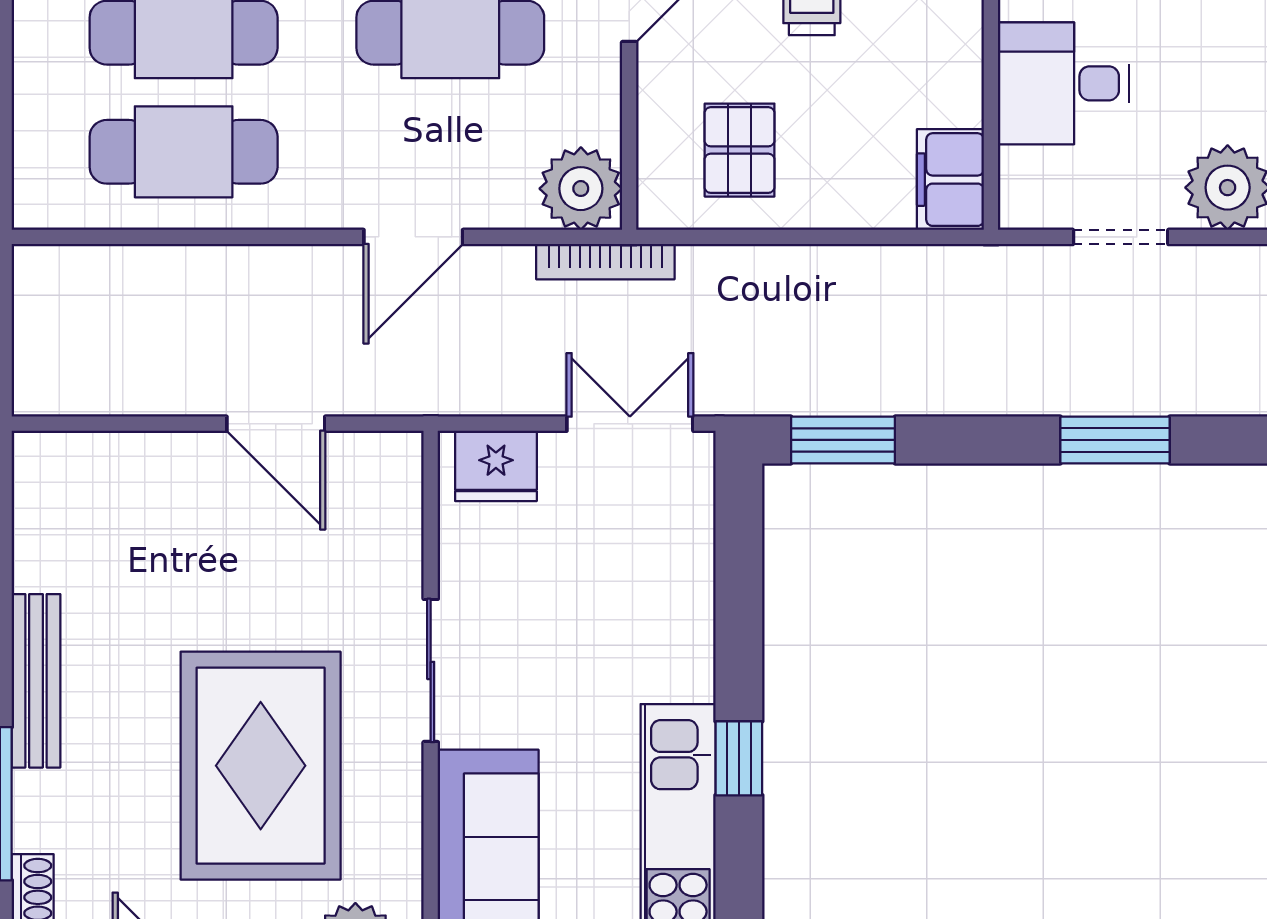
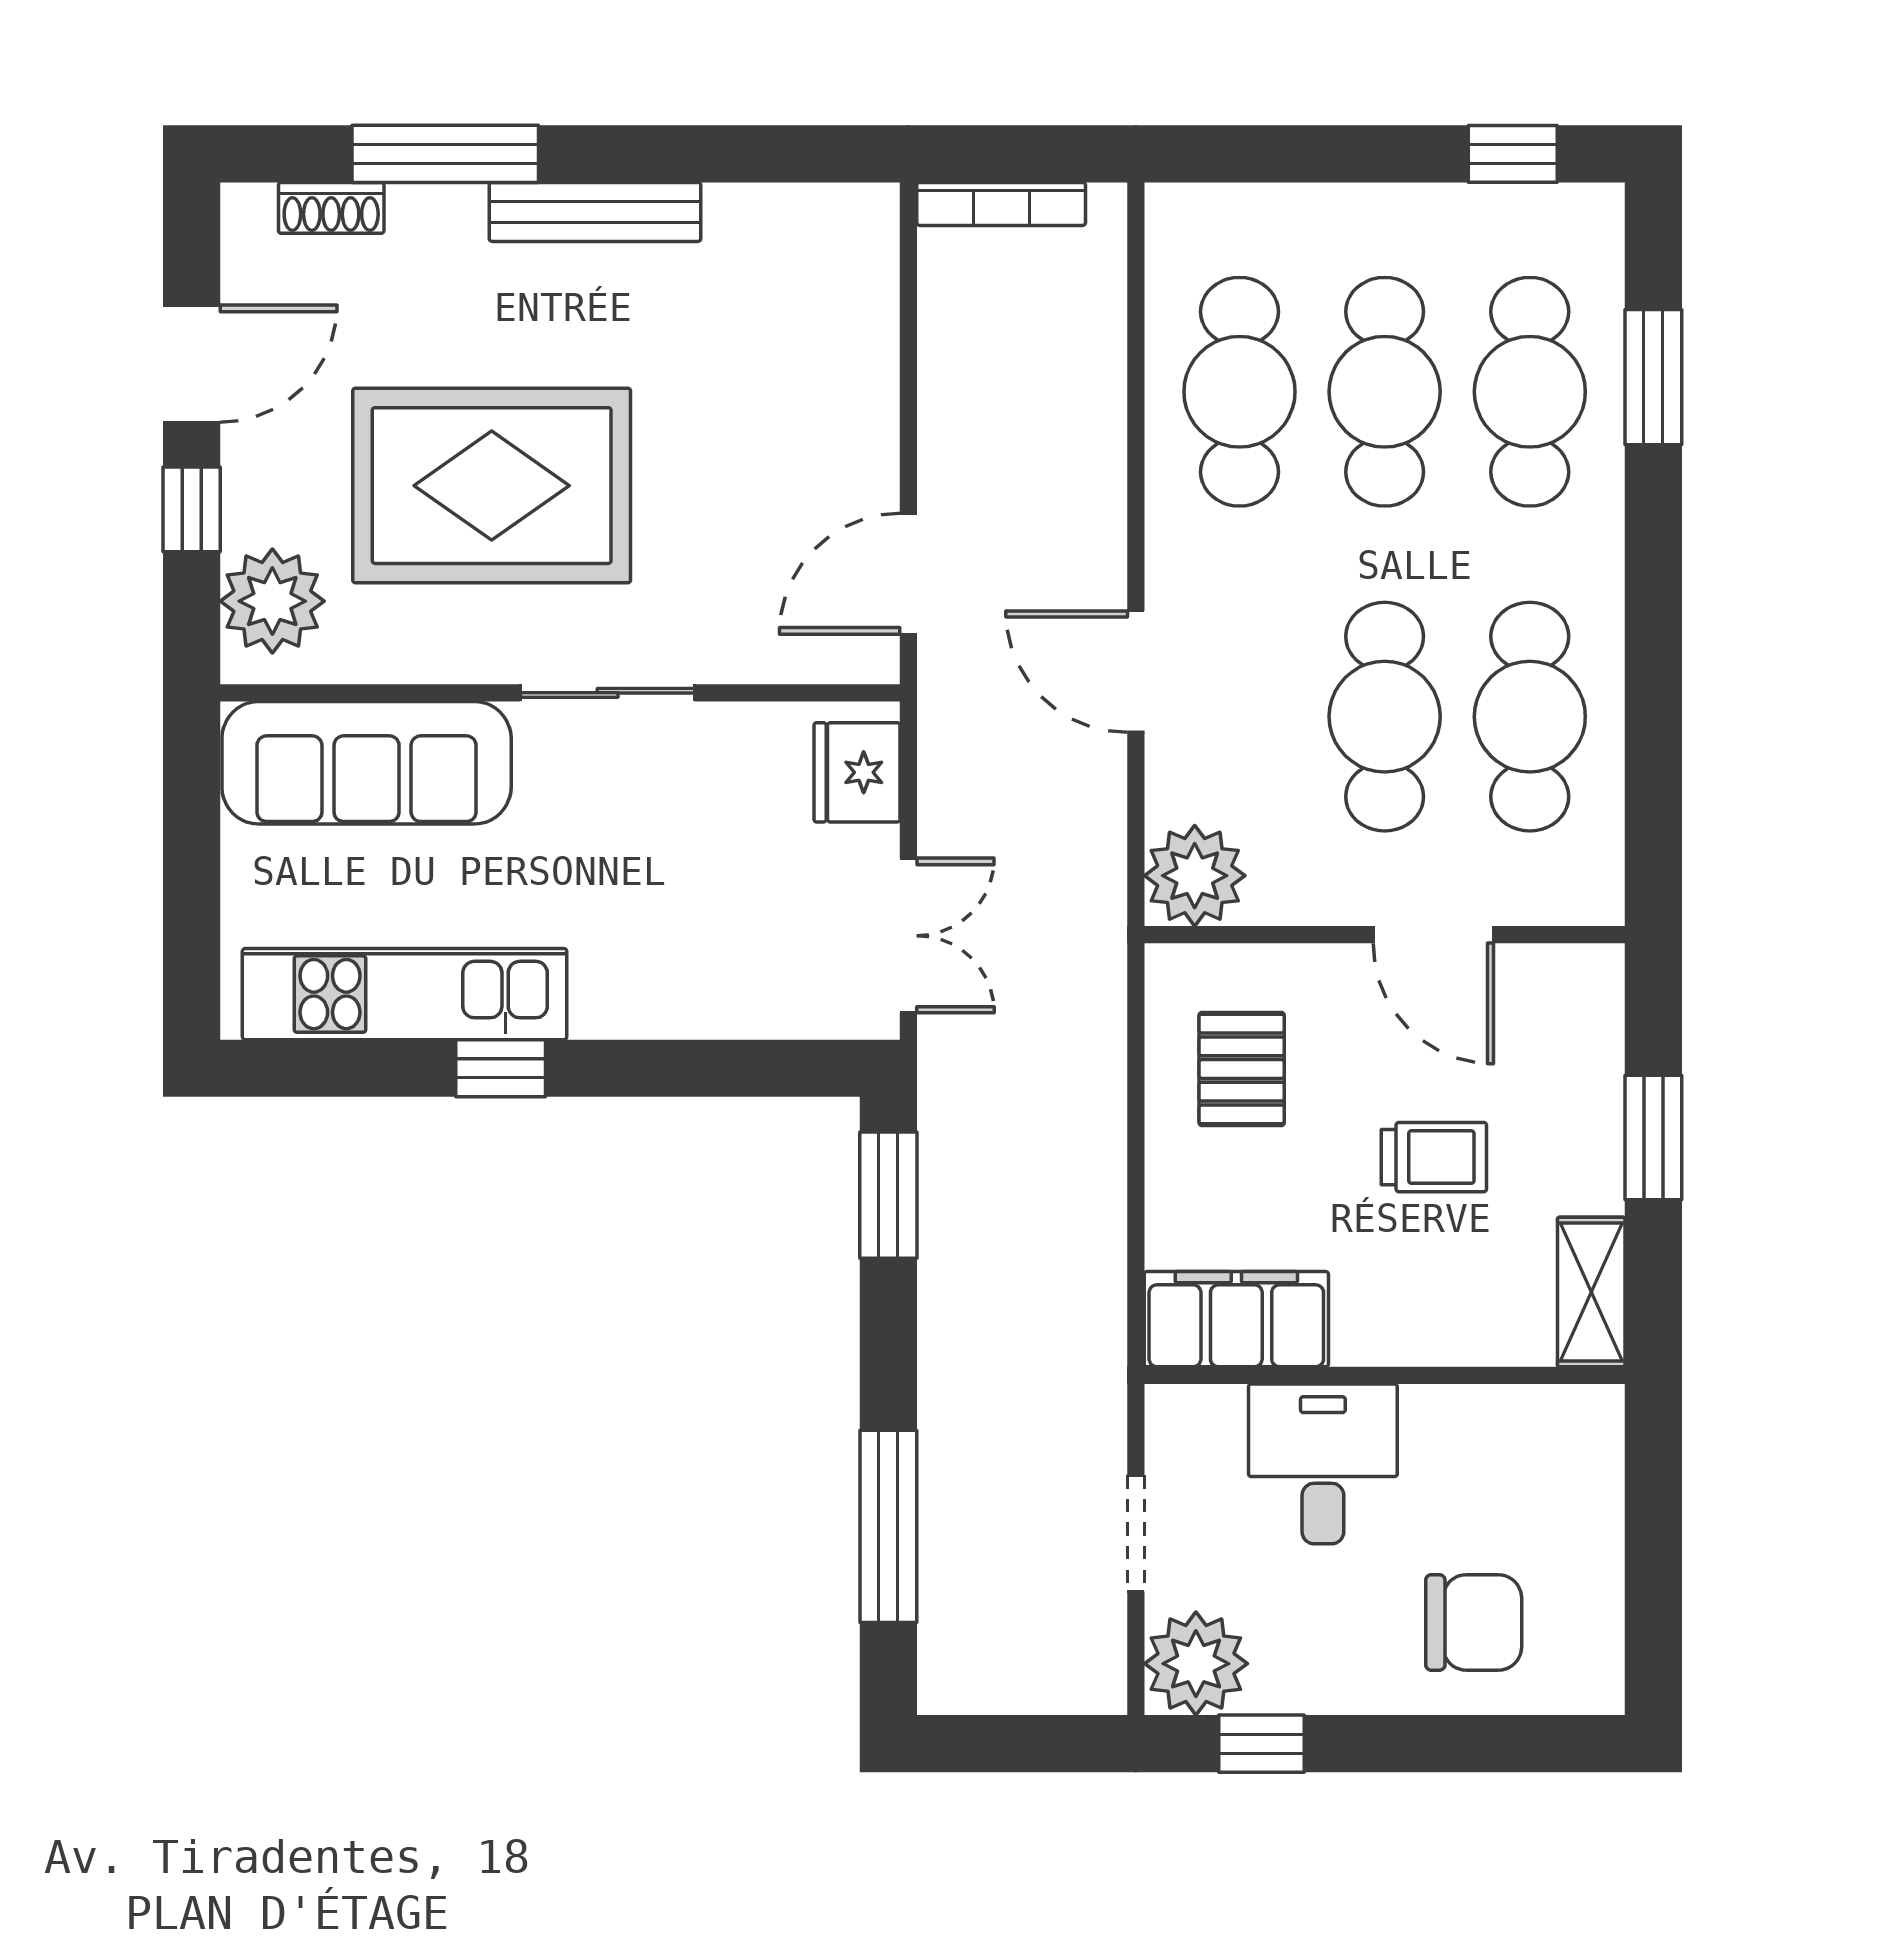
pallet: (740, 150) -> (1242, 1069), turned 90
filing cabinet: (950, 180) -> (1236, 1319), width x1.50, depth x1.17
bookcase: (605, 262) -> (1001, 204), moved, turned -90
door: (276, 424) -> (908, 574), moved
window: (1115, 440) -> (888, 1526), width x1.44

